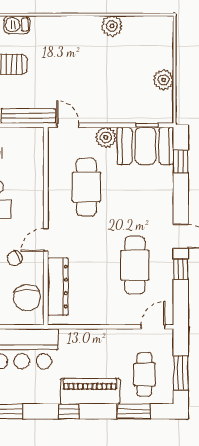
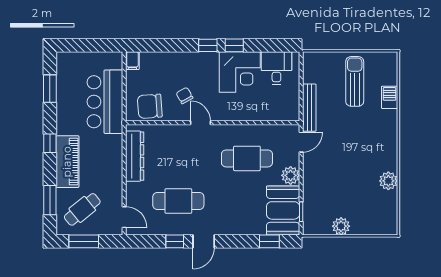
dresser: (58, 287) -> (135, 156), moved, turned -90
cafe table: (144, 375) -> (82, 209), turned -39

